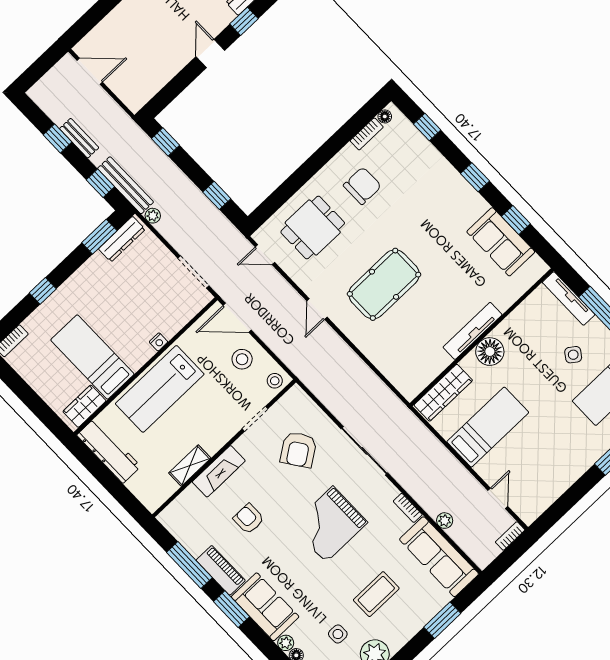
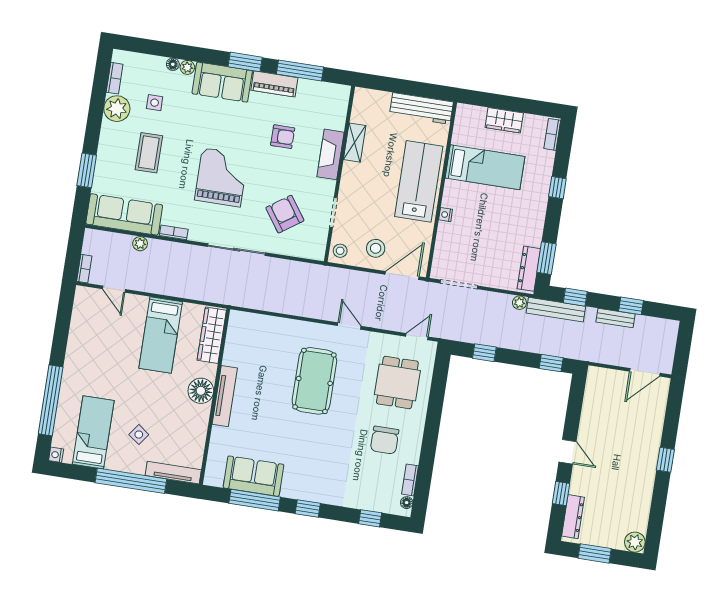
window: (516, 220) -> (255, 500), width x2.17
wardrobe: (84, 406) -> (504, 120), moved, turned 90

